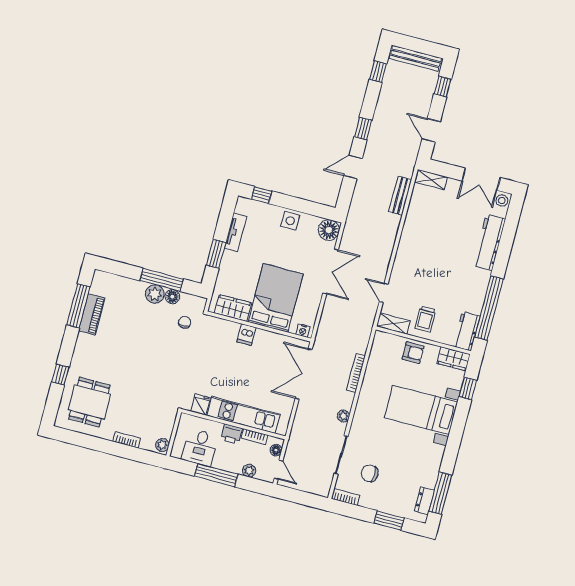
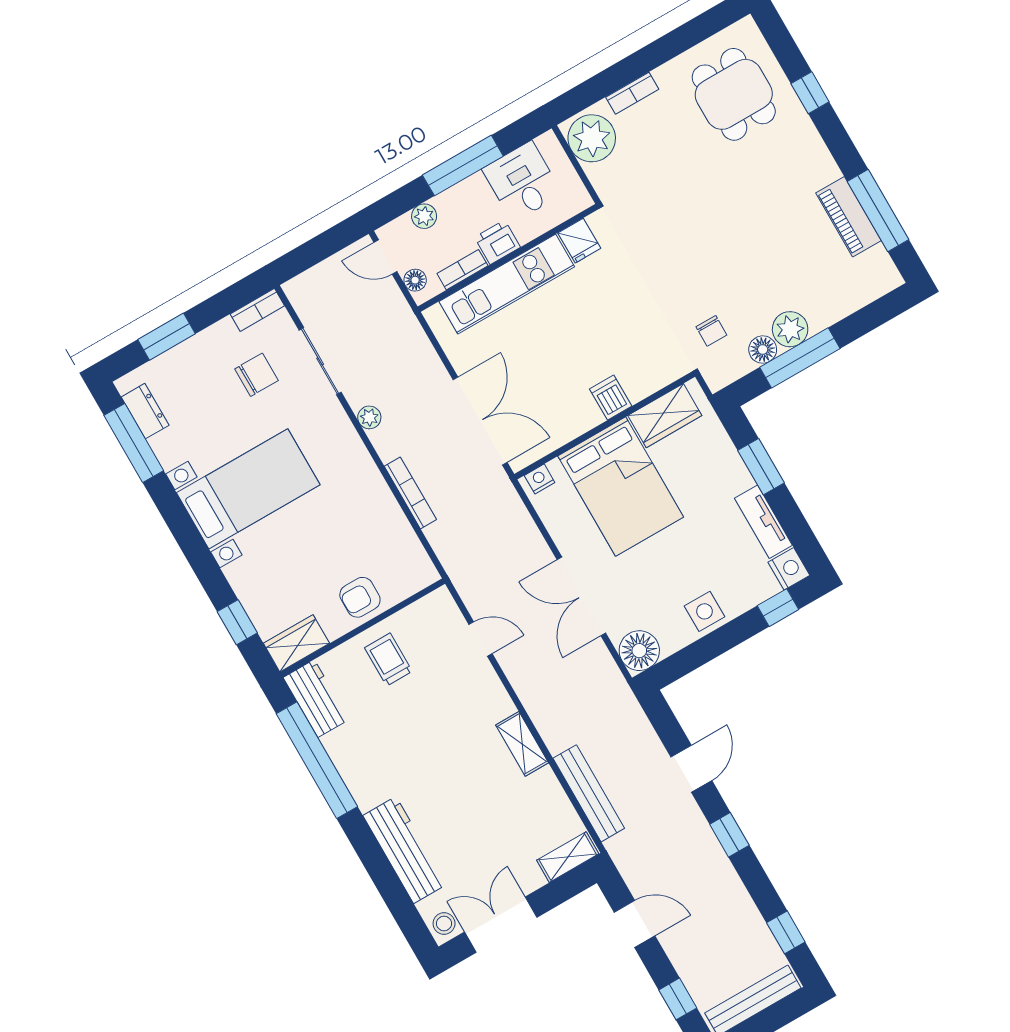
bench: (400, 196) -> (589, 793), width x1.36
nightstand: (243, 206) -> (789, 569), added
shelving: (393, 324) -> (522, 744), moved, turned 90
bed with nightstands: (421, 410) -> (248, 489), moved
plant: (162, 445) -> (592, 138), width x1.88, depth x1.88

